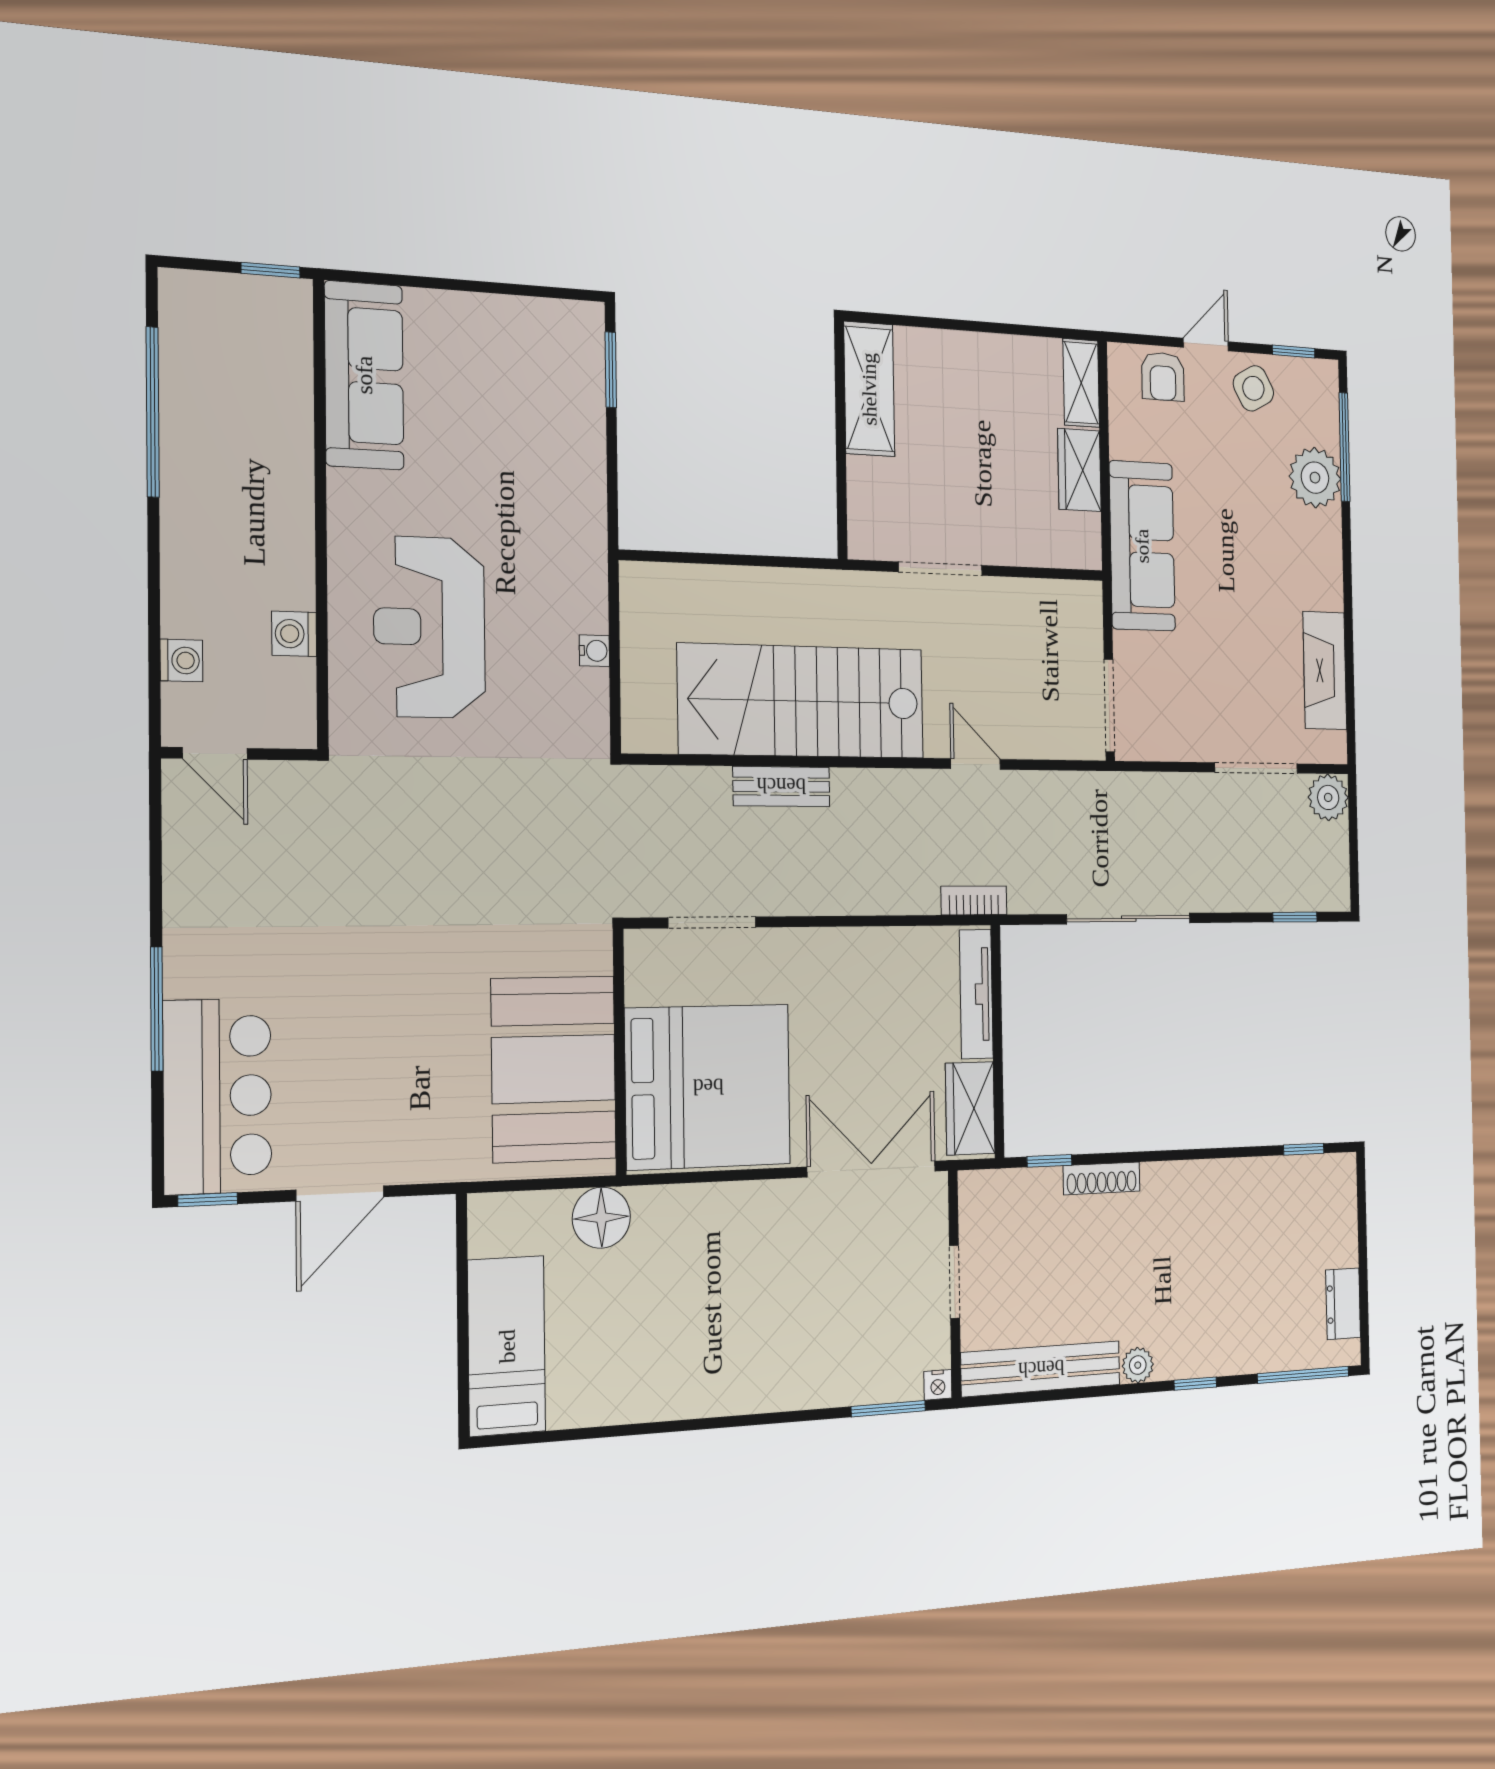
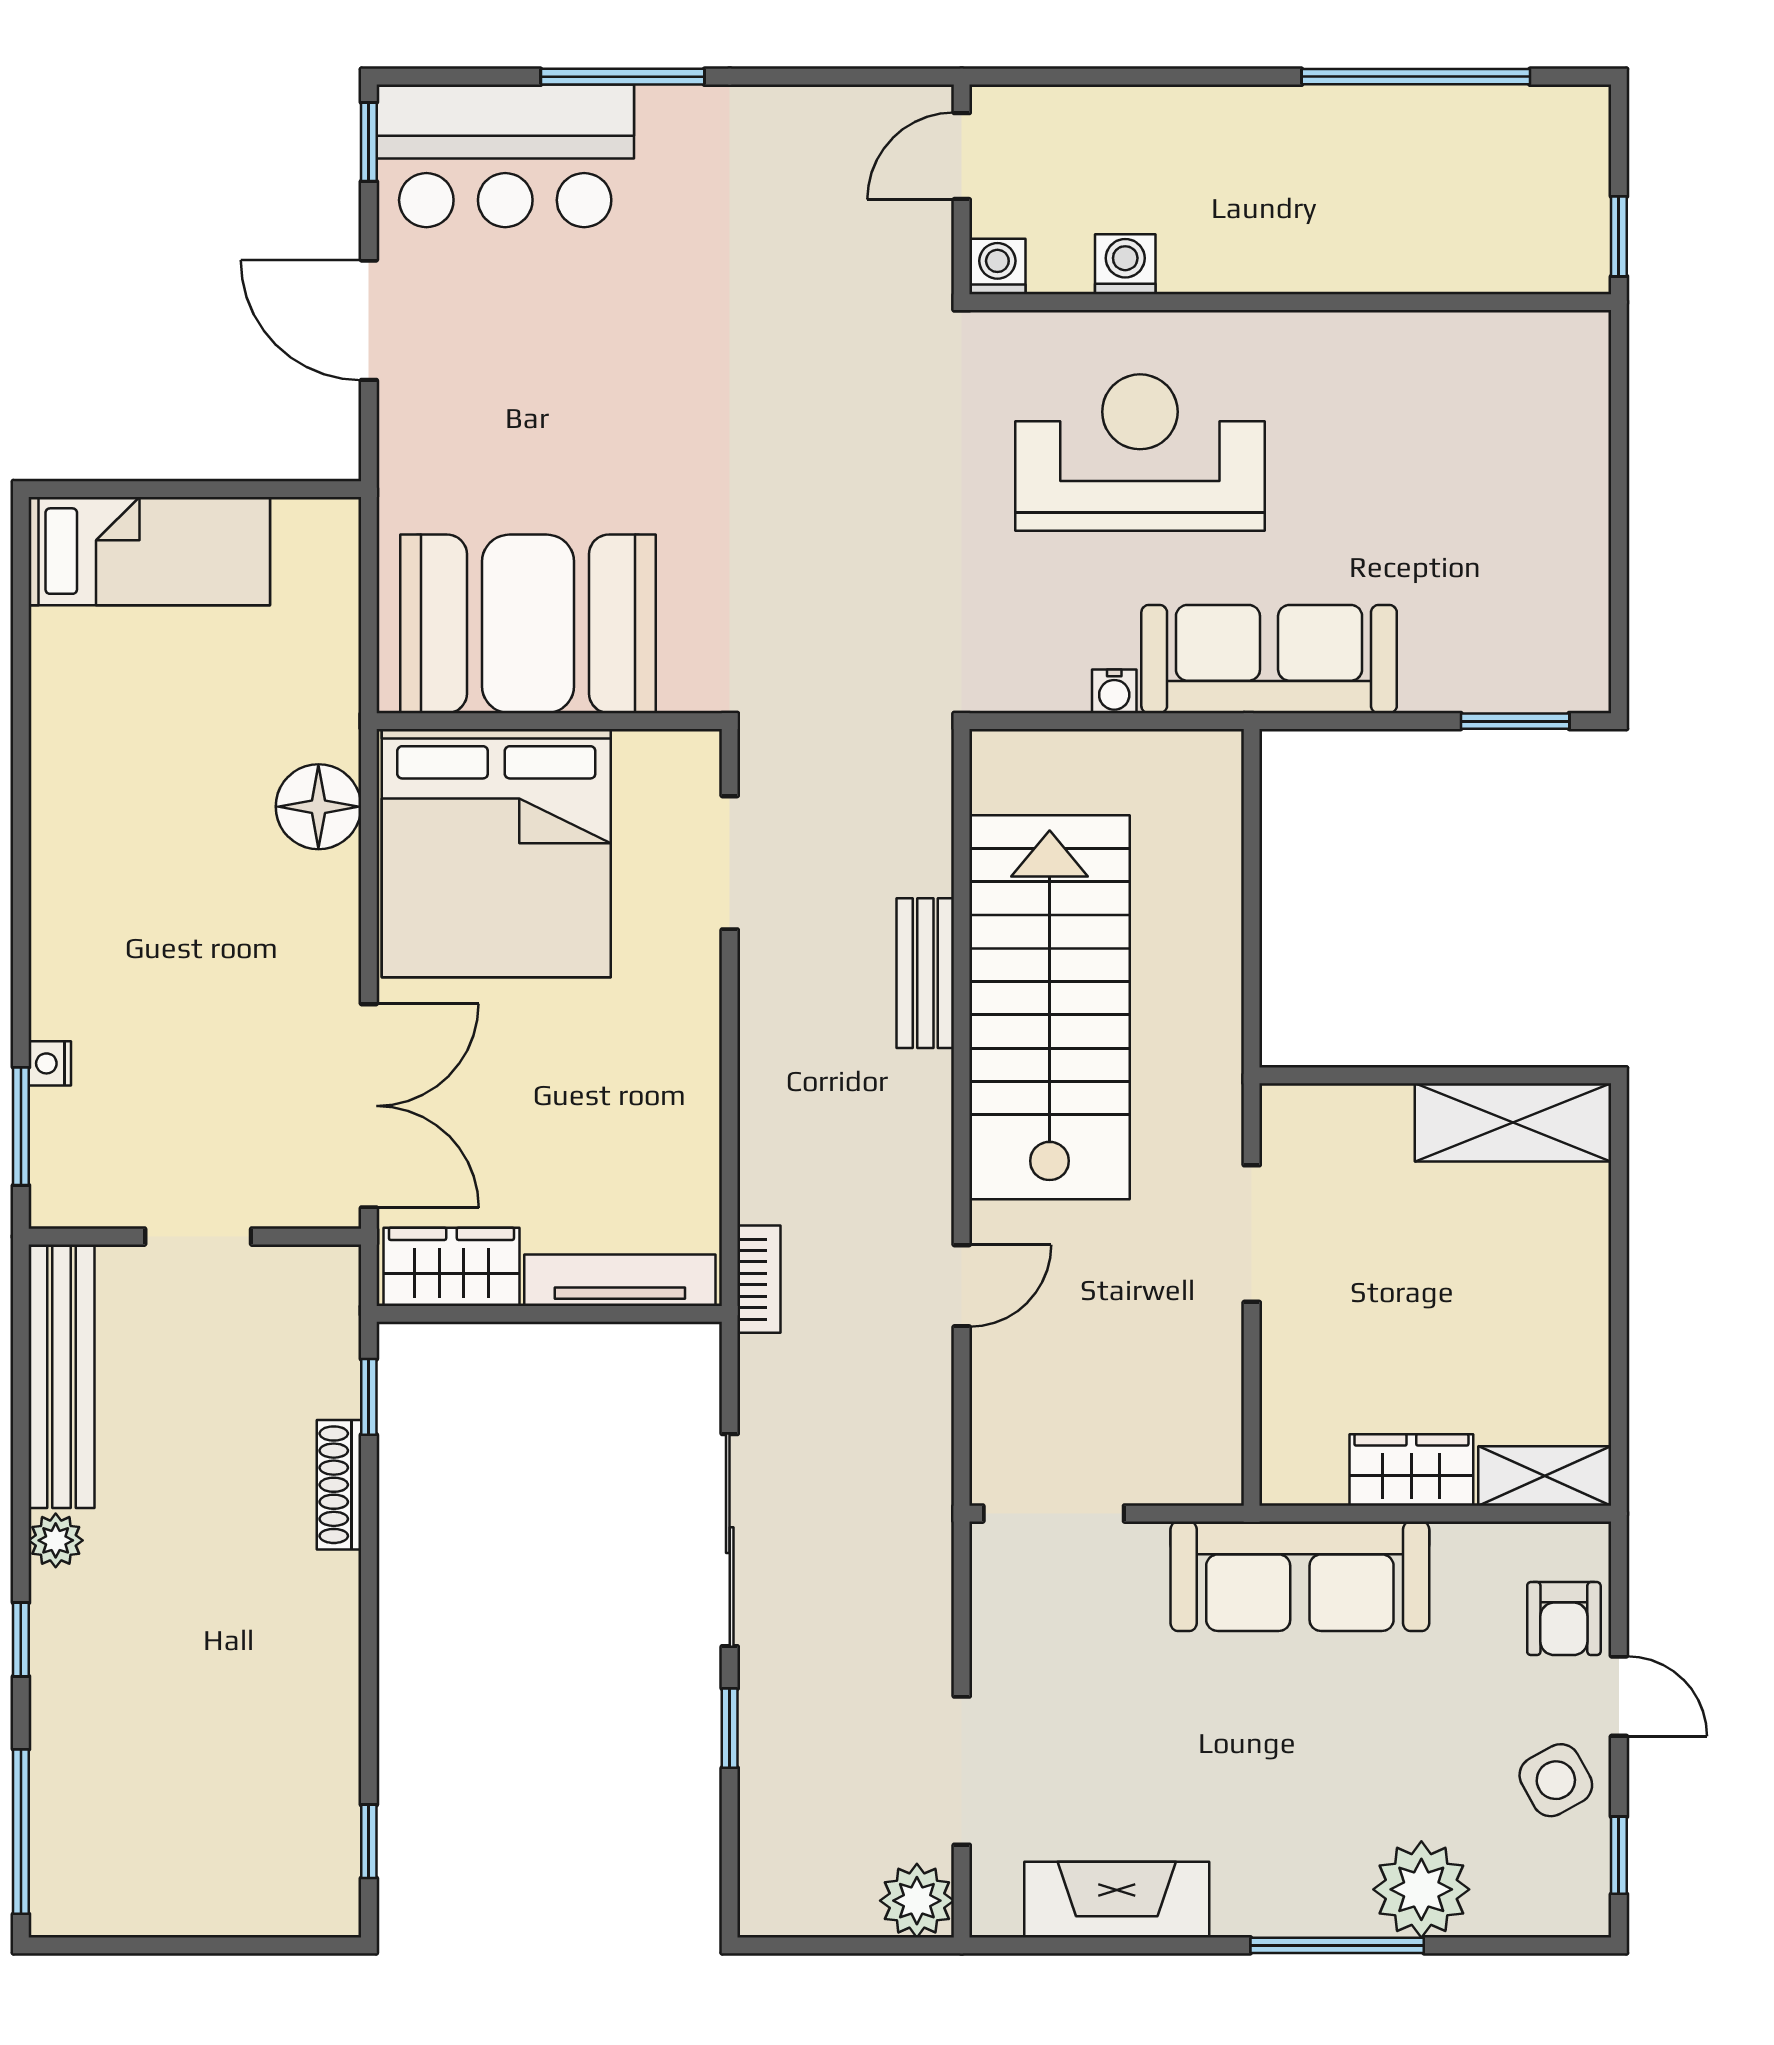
sofa: (364, 375) -> (1269, 659), moved, turned 180
armchair: (1163, 377) -> (1564, 1619), turned -90
window: (1344, 447) -> (1337, 1945), moved
washing machine: (181, 660) -> (997, 266), moved, turned 180
window: (1295, 917) -> (730, 1728), moved
floor lamp: (601, 1218) -> (318, 807), moved
dresser: (1343, 1304) -> (126, 1907), removed
nightstand: (938, 1385) -> (50, 1063), moved

